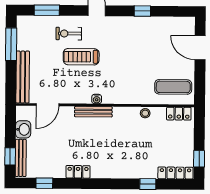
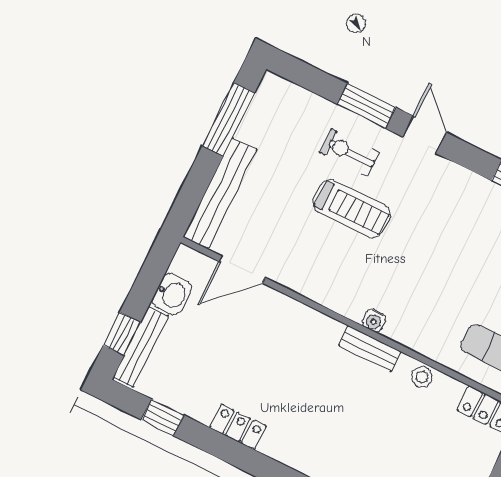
window: (47, 10) -> (366, 106), moved
treadmill: (81, 57) -> (352, 209), turned 180
water cooler: (97, 99) -> (374, 320), moved
bench: (93, 112) -> (370, 349), moved, width x0.73

